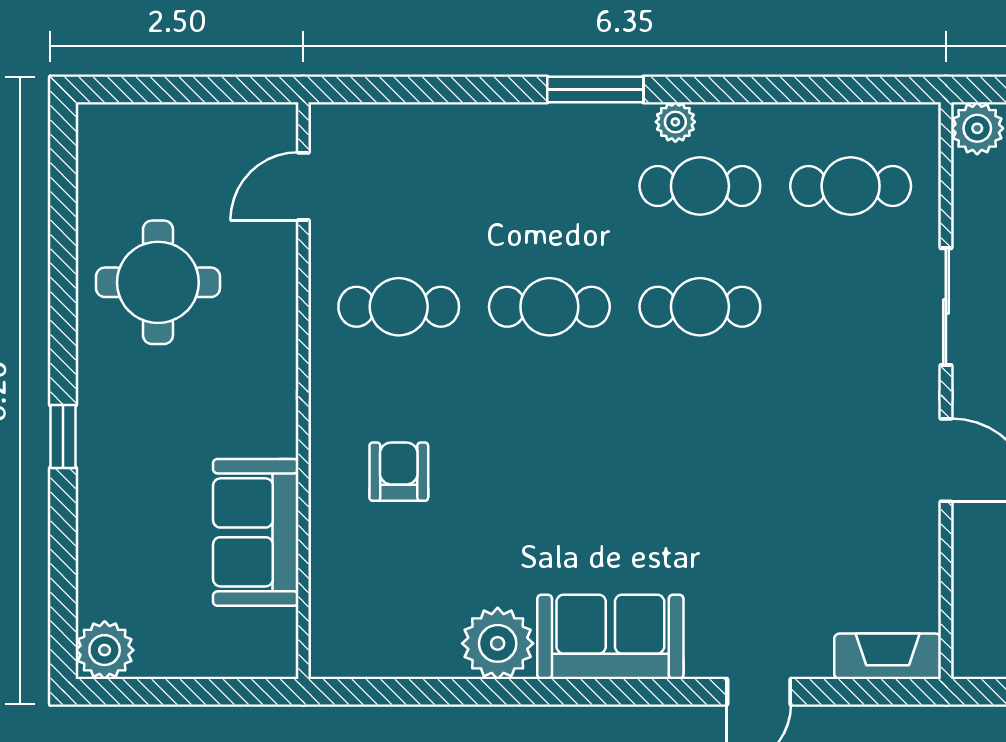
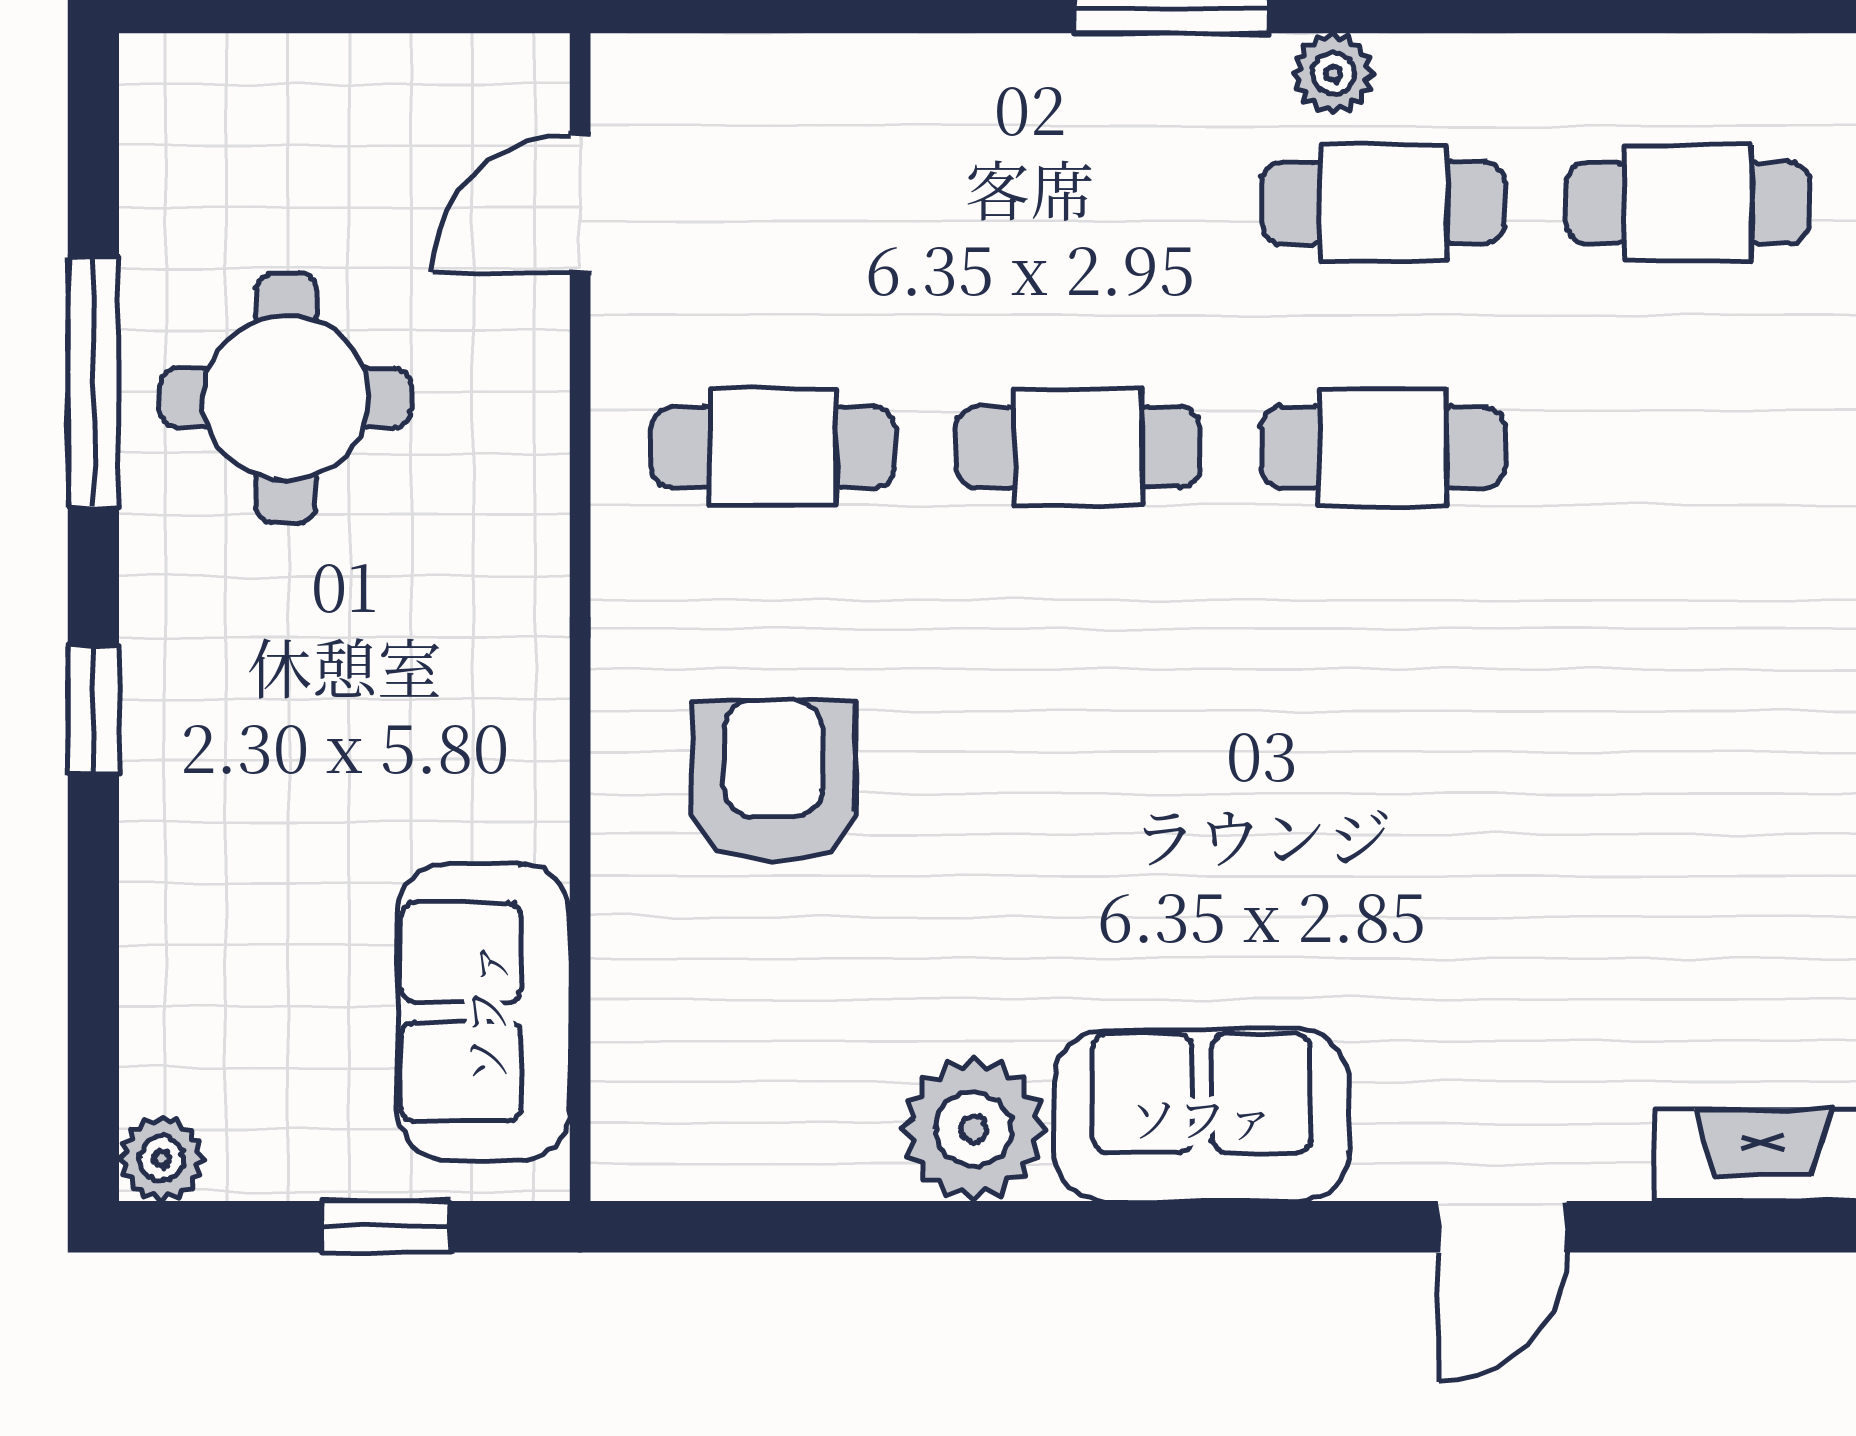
window: (63, 275) -> (93, 382), added
armchair: (399, 472) -> (773, 781), width x1.38, depth x1.38
sofa: (256, 532) -> (484, 1012), moved
plant: (105, 650) -> (162, 1158), width x0.73, depth x0.73
window: (208, 692) -> (386, 1227), added

